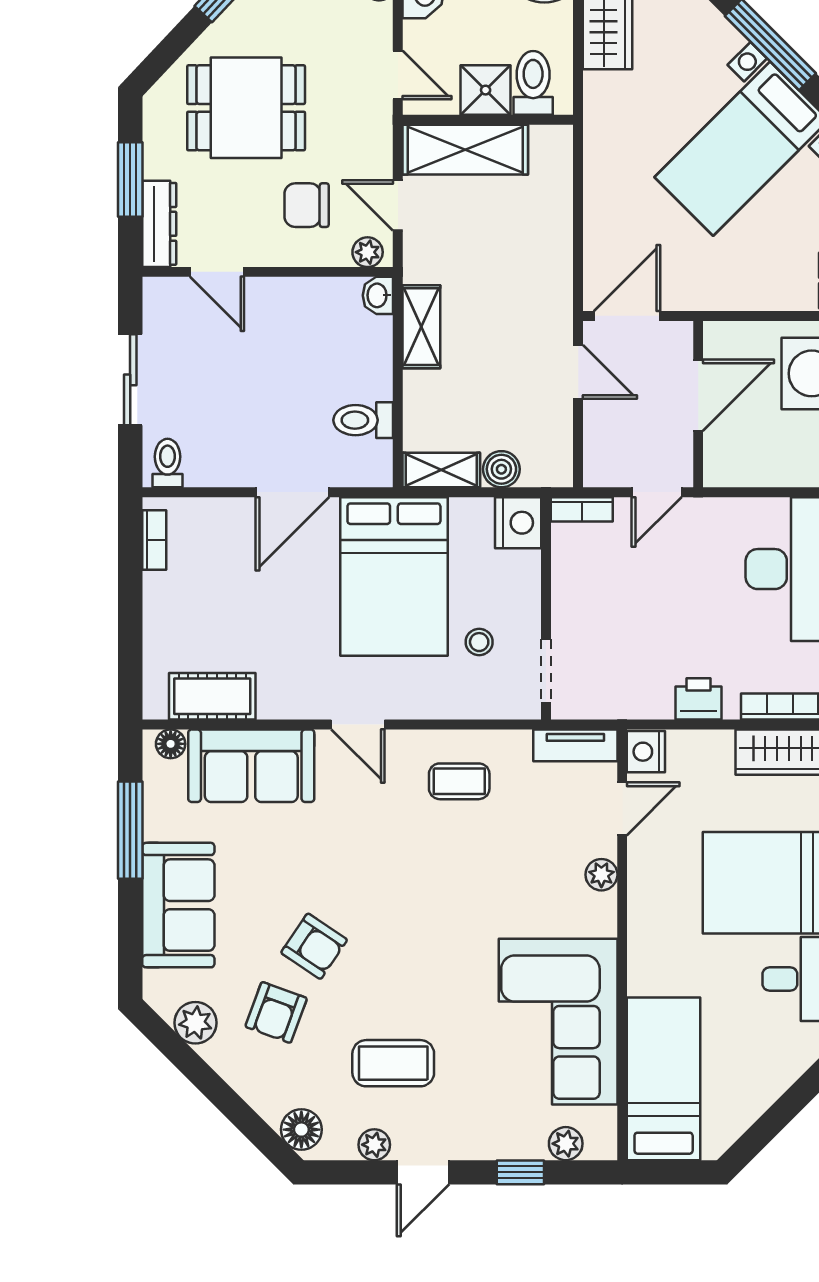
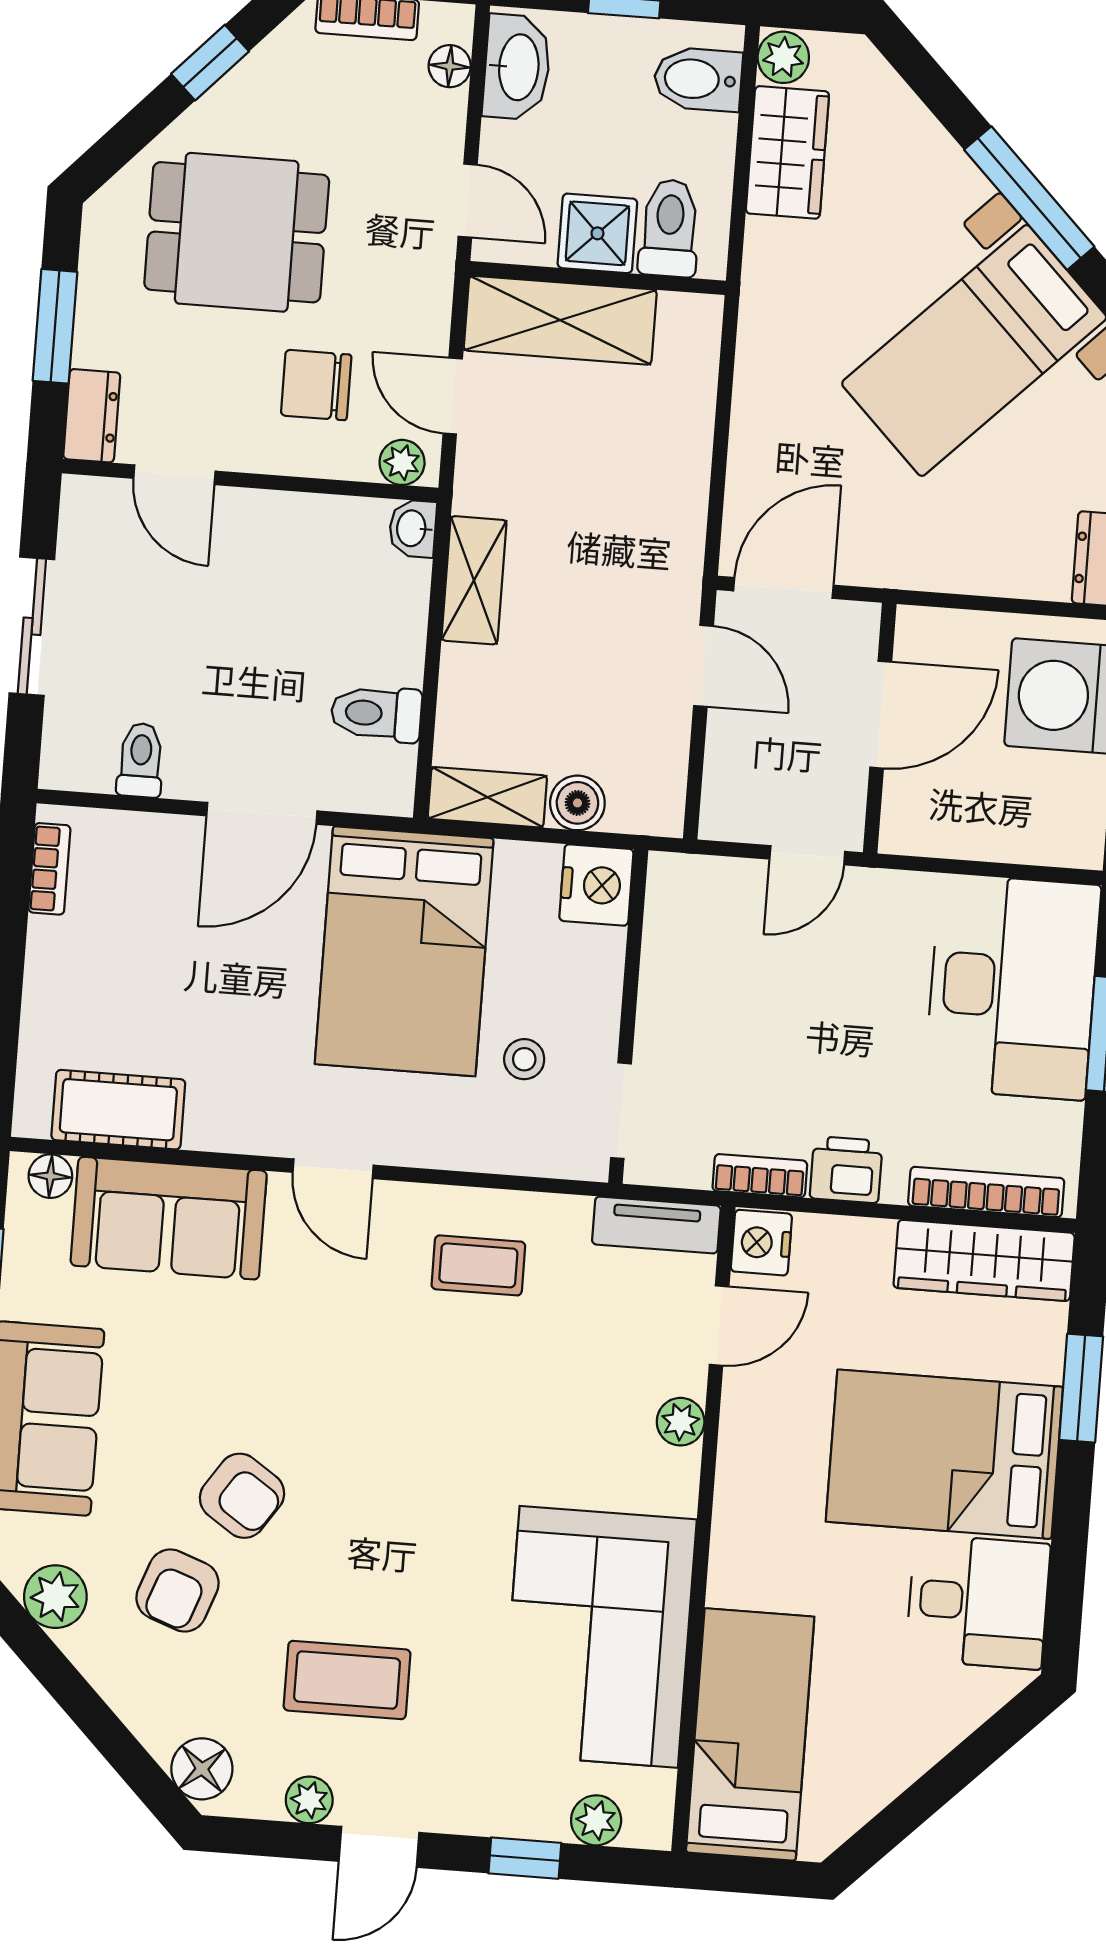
dresser: (159, 224) -> (92, 416), width x0.70
toilet: (168, 463) -> (141, 760), moved
bookcase: (582, 509) -> (760, 1176), moved, turned 180

